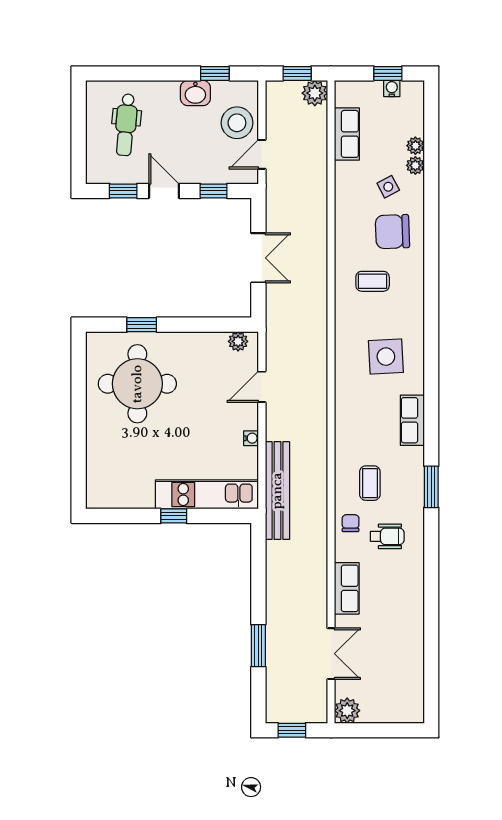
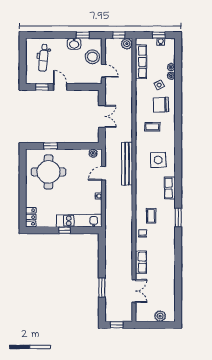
row of seats: (347, 134) -> (141, 62), width x1.48
door: (262, 154) -> (103, 71), swing flipped
window: (214, 191) -> (82, 87), removed
locker: (97, 486) -> (31, 217), added
bench: (277, 491) -> (127, 164), moved
wheelchair: (387, 536) -> (159, 239), removed
plant: (347, 711) -> (160, 316), moved

